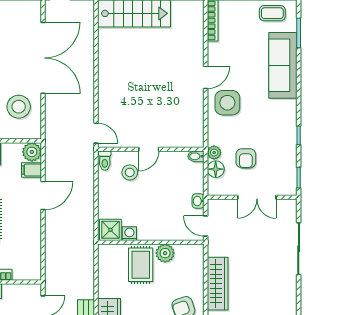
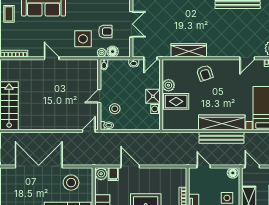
side table: (227, 103) -> (83, 39), moved
door: (149, 149) -> (99, 96), swing flipped
shower: (110, 230) -> (153, 96), moved

